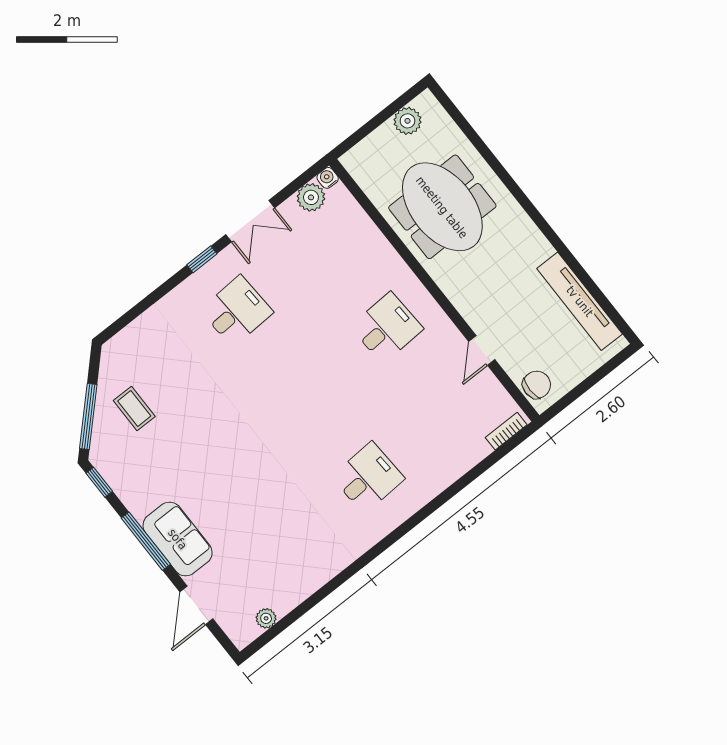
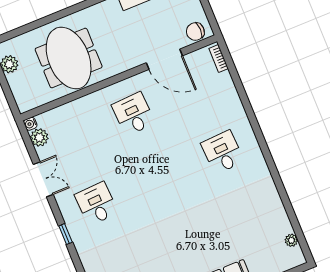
meeting table: (442, 207) -> (69, 58), turned 90
window: (202, 259) -> (66, 234), moved
door: (482, 351) -> (164, 59), width x1.88
chair: (537, 385) -> (195, 31), turned -90

